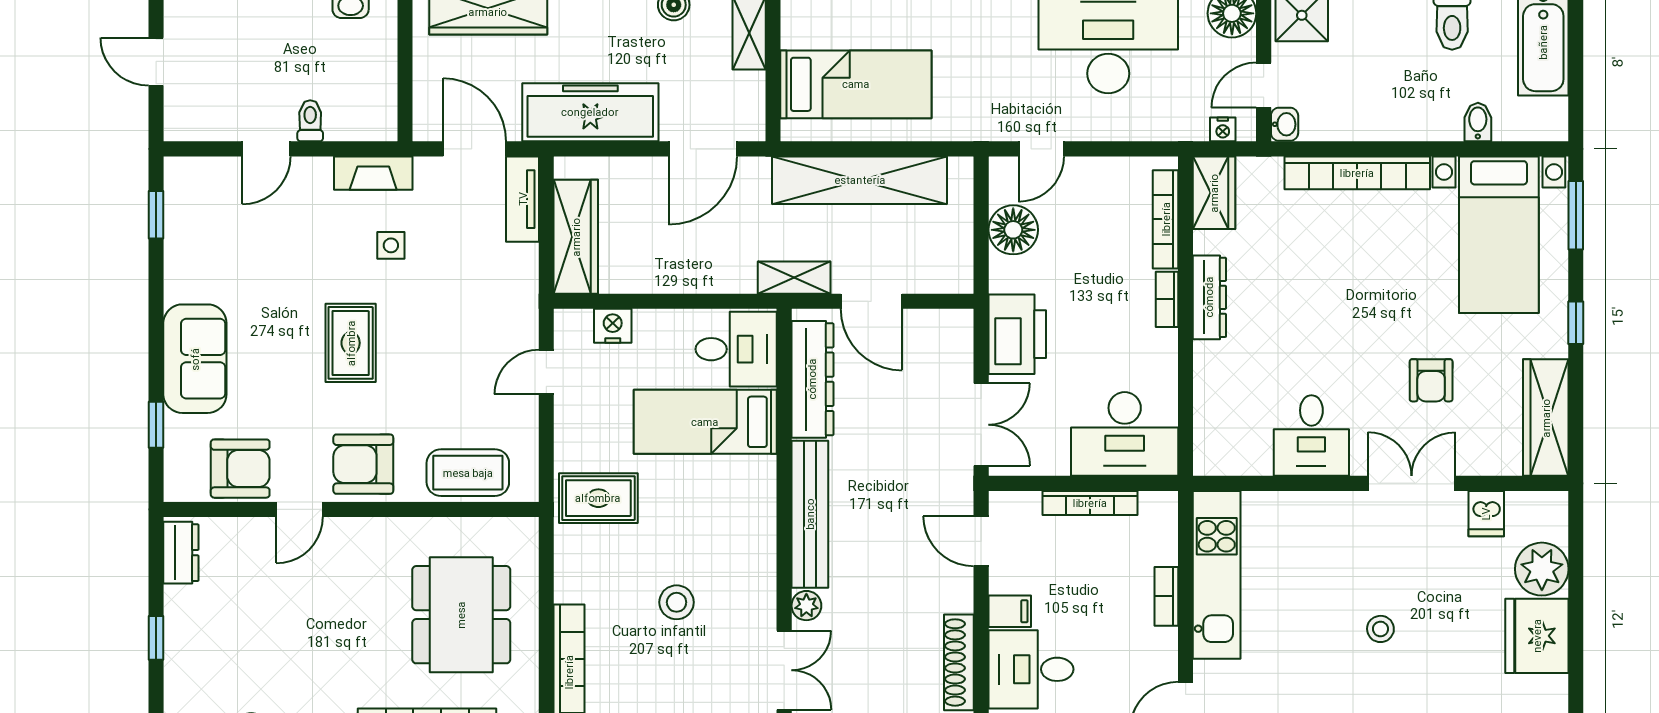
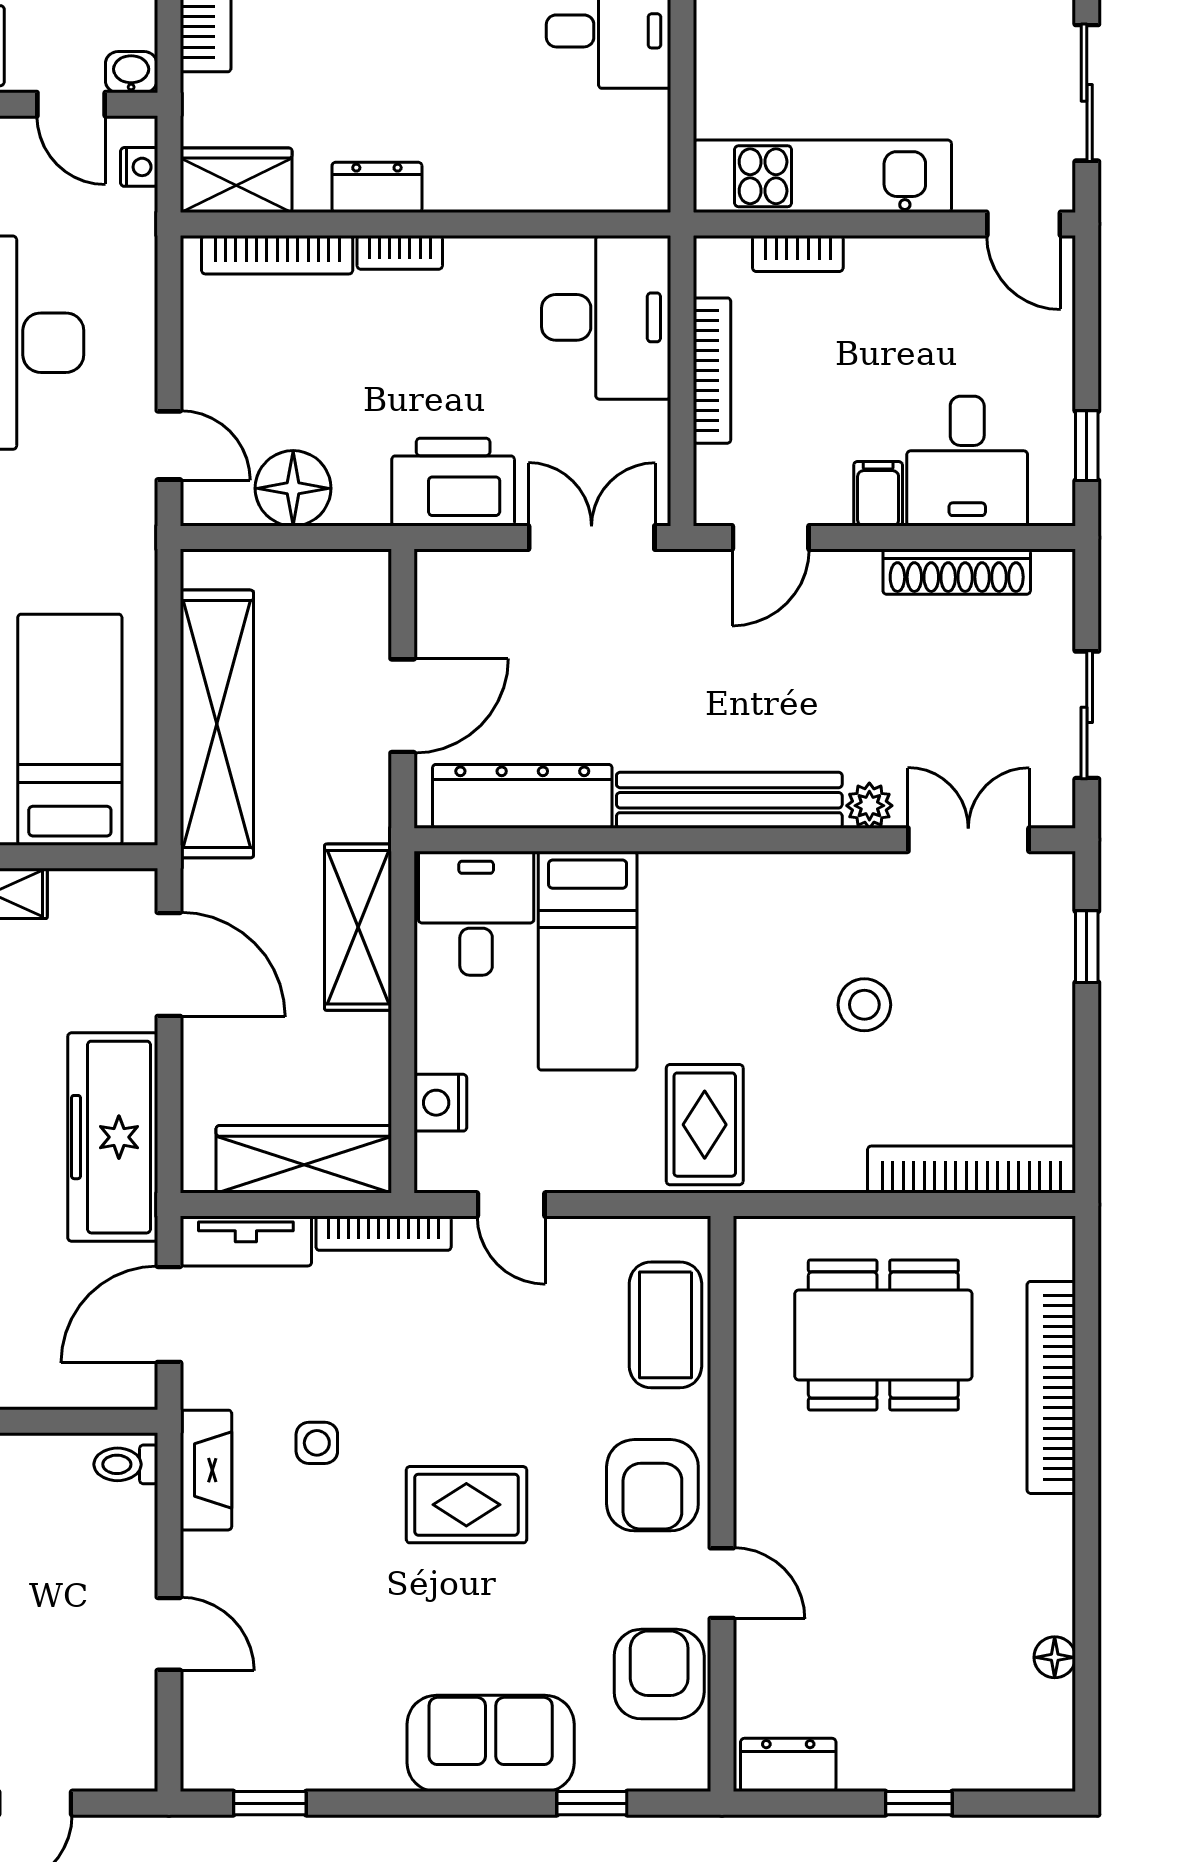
toilet: (310, 121) -> (126, 1464), moved
shelving: (794, 278) -> (358, 927), moved, width x1.50, depth x1.33
bookcase: (528, 289) -> (384, 1233), added
dresser: (1209, 297) -> (377, 187), width x0.70
bookcase: (1166, 596) -> (798, 253), moved

